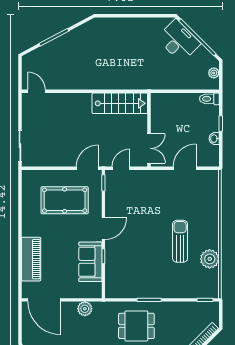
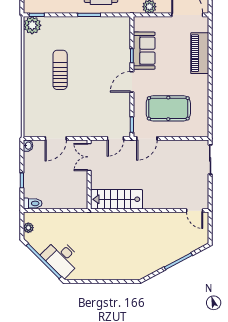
washbasin: (214, 139) -> (28, 146), moved
sun lounger: (180, 241) -> (60, 70), turned 180
plant: (210, 259) -> (32, 25), moved

